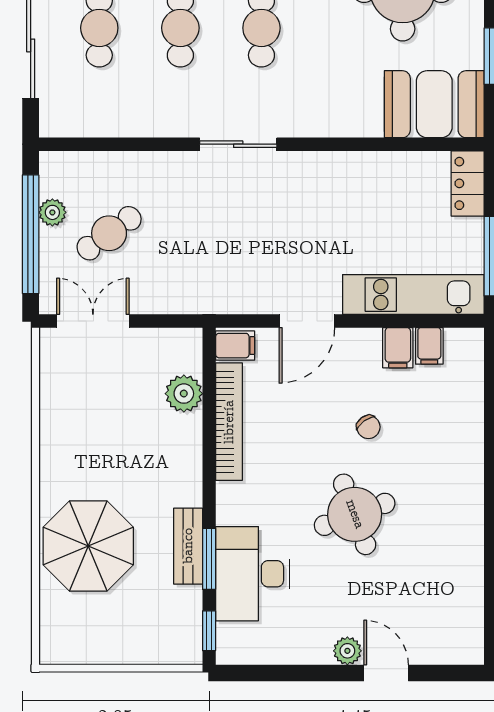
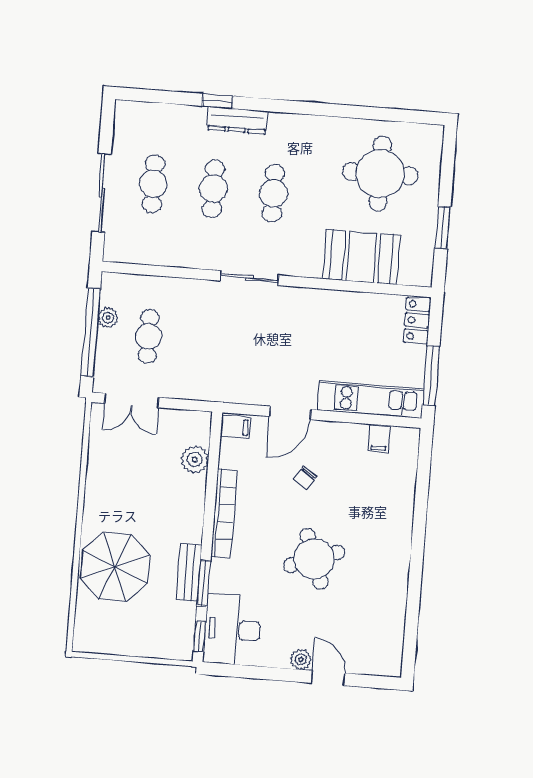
booth: (434, 104) -> (361, 257), moved
cafe table: (109, 233) -> (149, 336), turned -54
double door: (93, 321) -> (132, 400), swing flipped
filing cabinet: (398, 348) -> (356, 438), removed
bookcase: (229, 422) -> (224, 513), moved
chair: (368, 427) -> (305, 478), moved, turned 71
desk: (253, 574) -> (232, 629), moved

